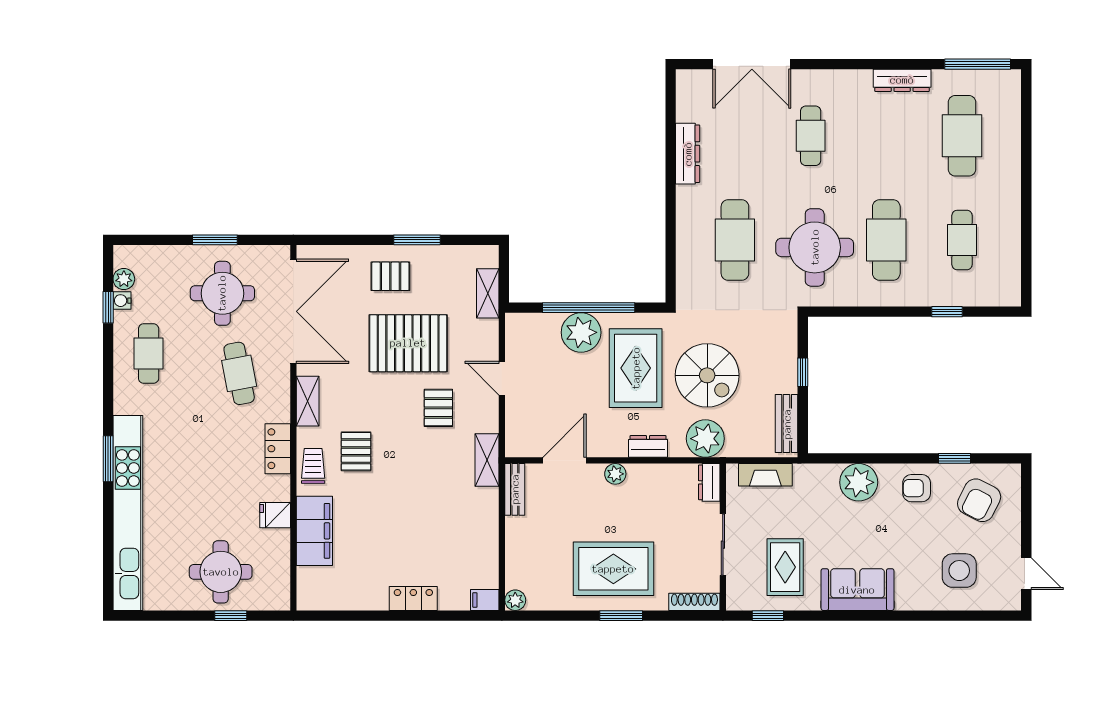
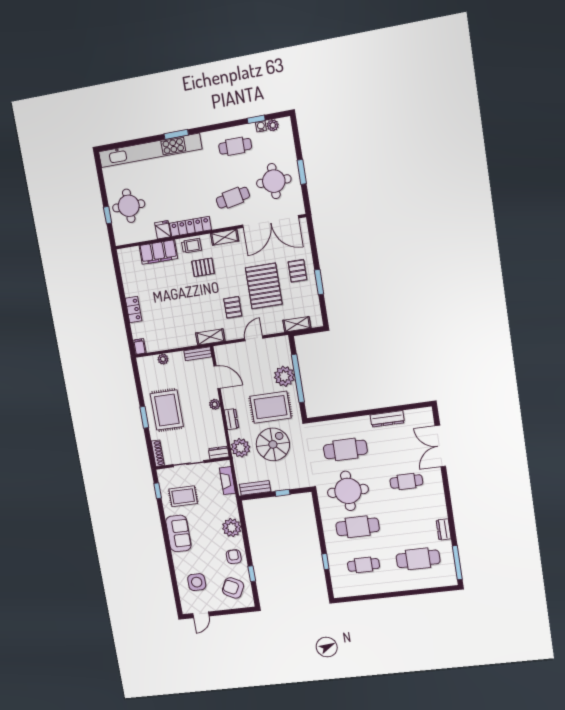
dresser: (902, 80) -> (444, 529), width x0.70
spiral stairs: (707, 375) -> (273, 444), turned 180
pallet: (438, 408) -> (233, 307), turned 90
locker: (278, 449) -> (190, 226), width x1.53
plant: (515, 600) -> (163, 359), moved

